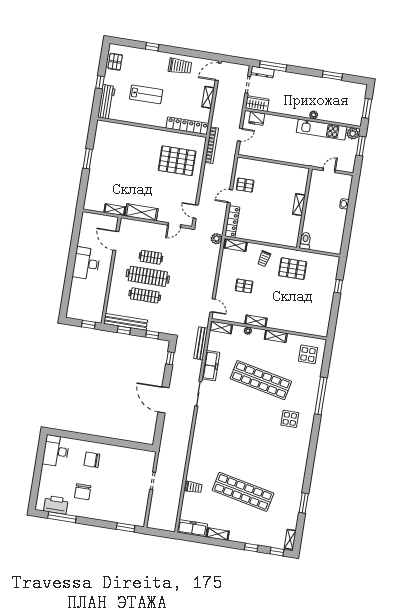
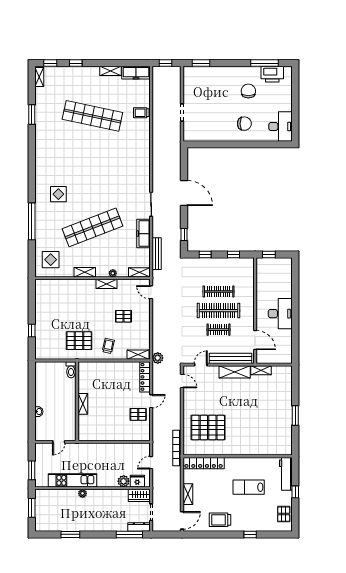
plant: (353, 134) -> (124, 481), moved
bench: (126, 322) -> (231, 358), moved
shop shelf: (261, 380) -> (92, 227), turned -33
window: (161, 533) -> (165, 63), added

